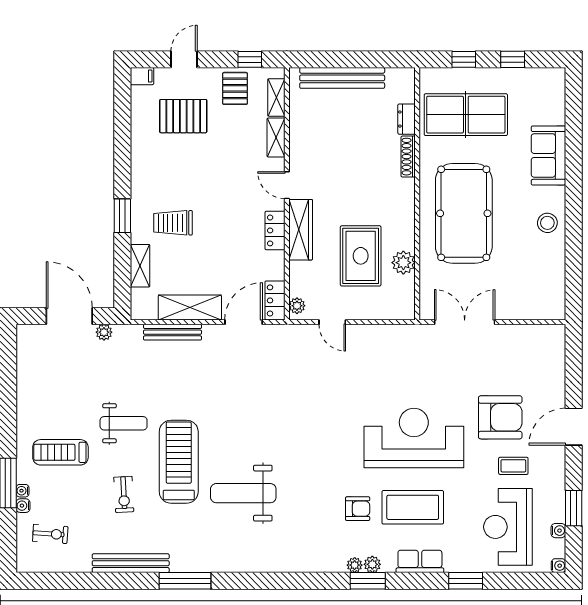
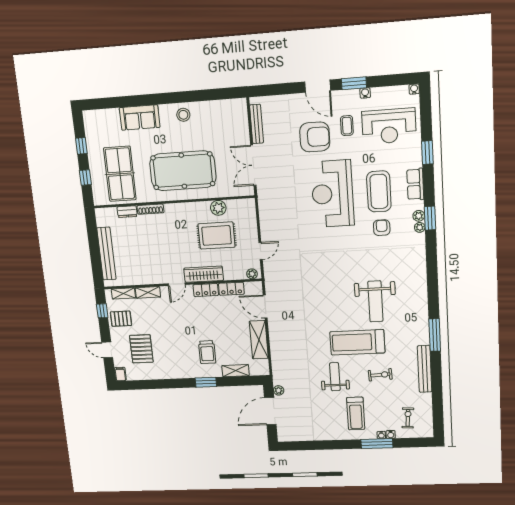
locker: (275, 300) -> (231, 289), moved
bench: (172, 332) -> (257, 124), moved
armchair: (500, 417) -> (315, 137), turned 90
window: (574, 508) -> (354, 83), moved
water cooler: (558, 531) -> (365, 93), moved

